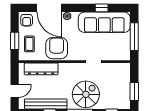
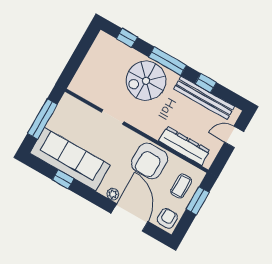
window: (134, 92) -> (82, 49), removed

